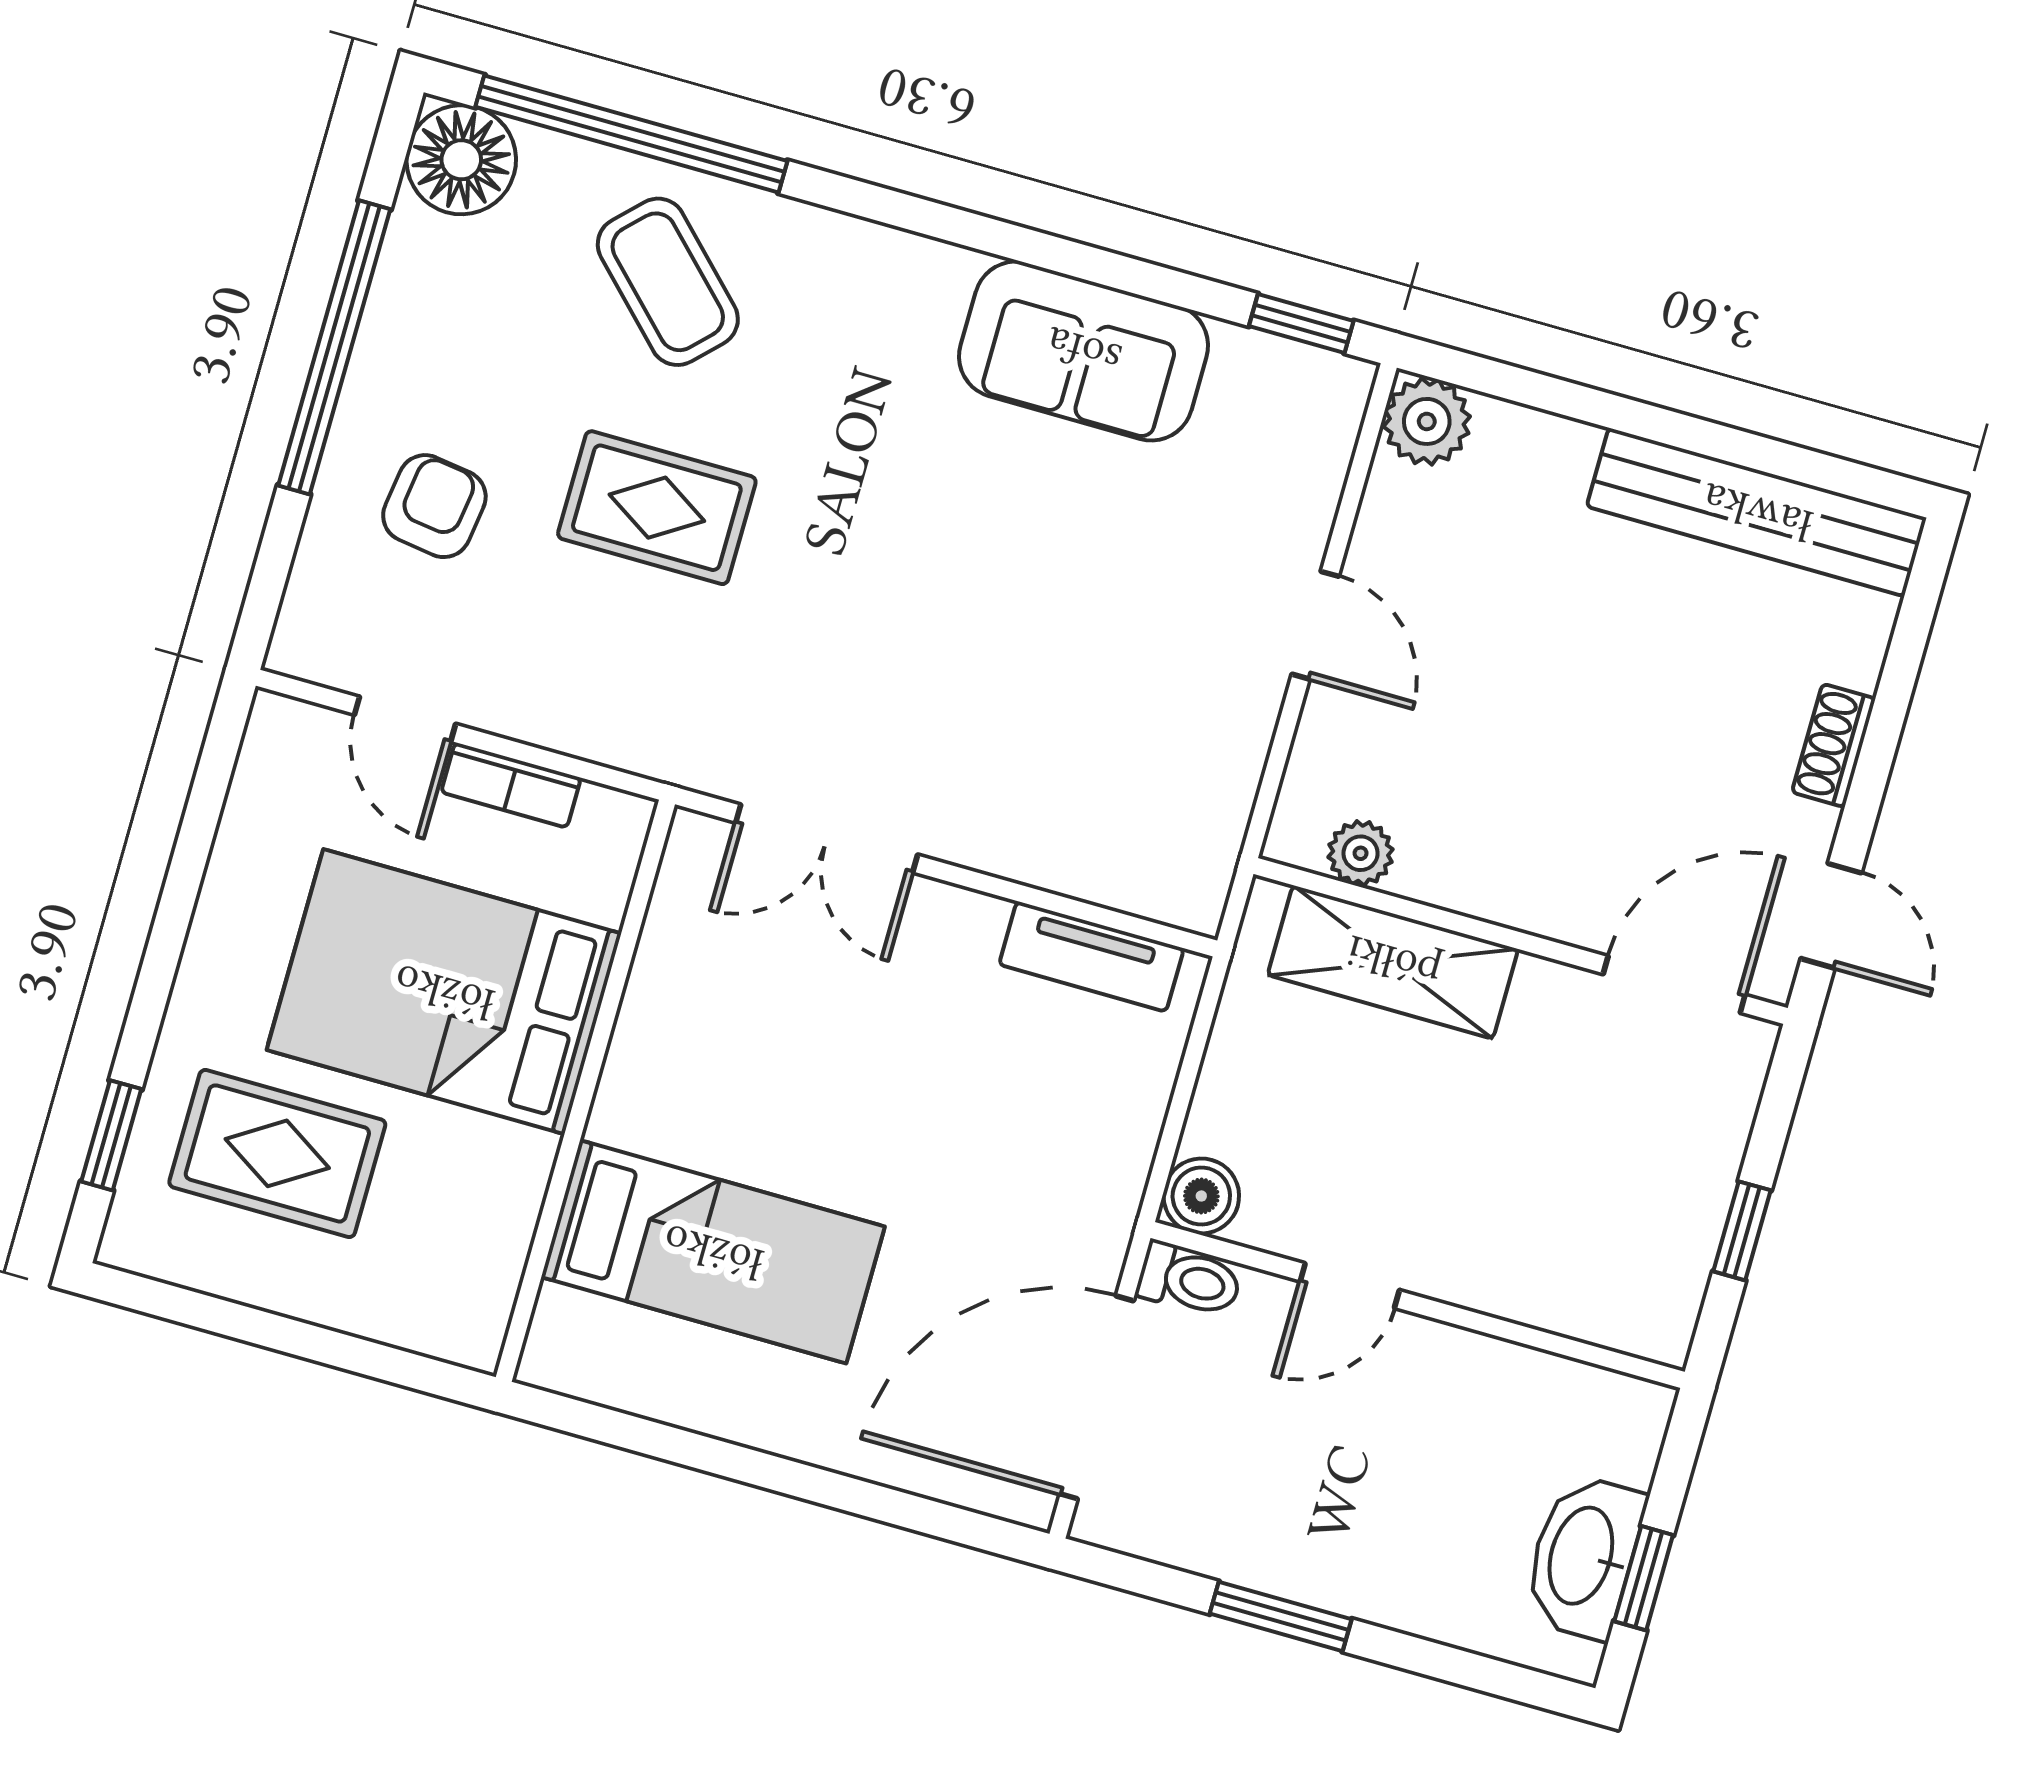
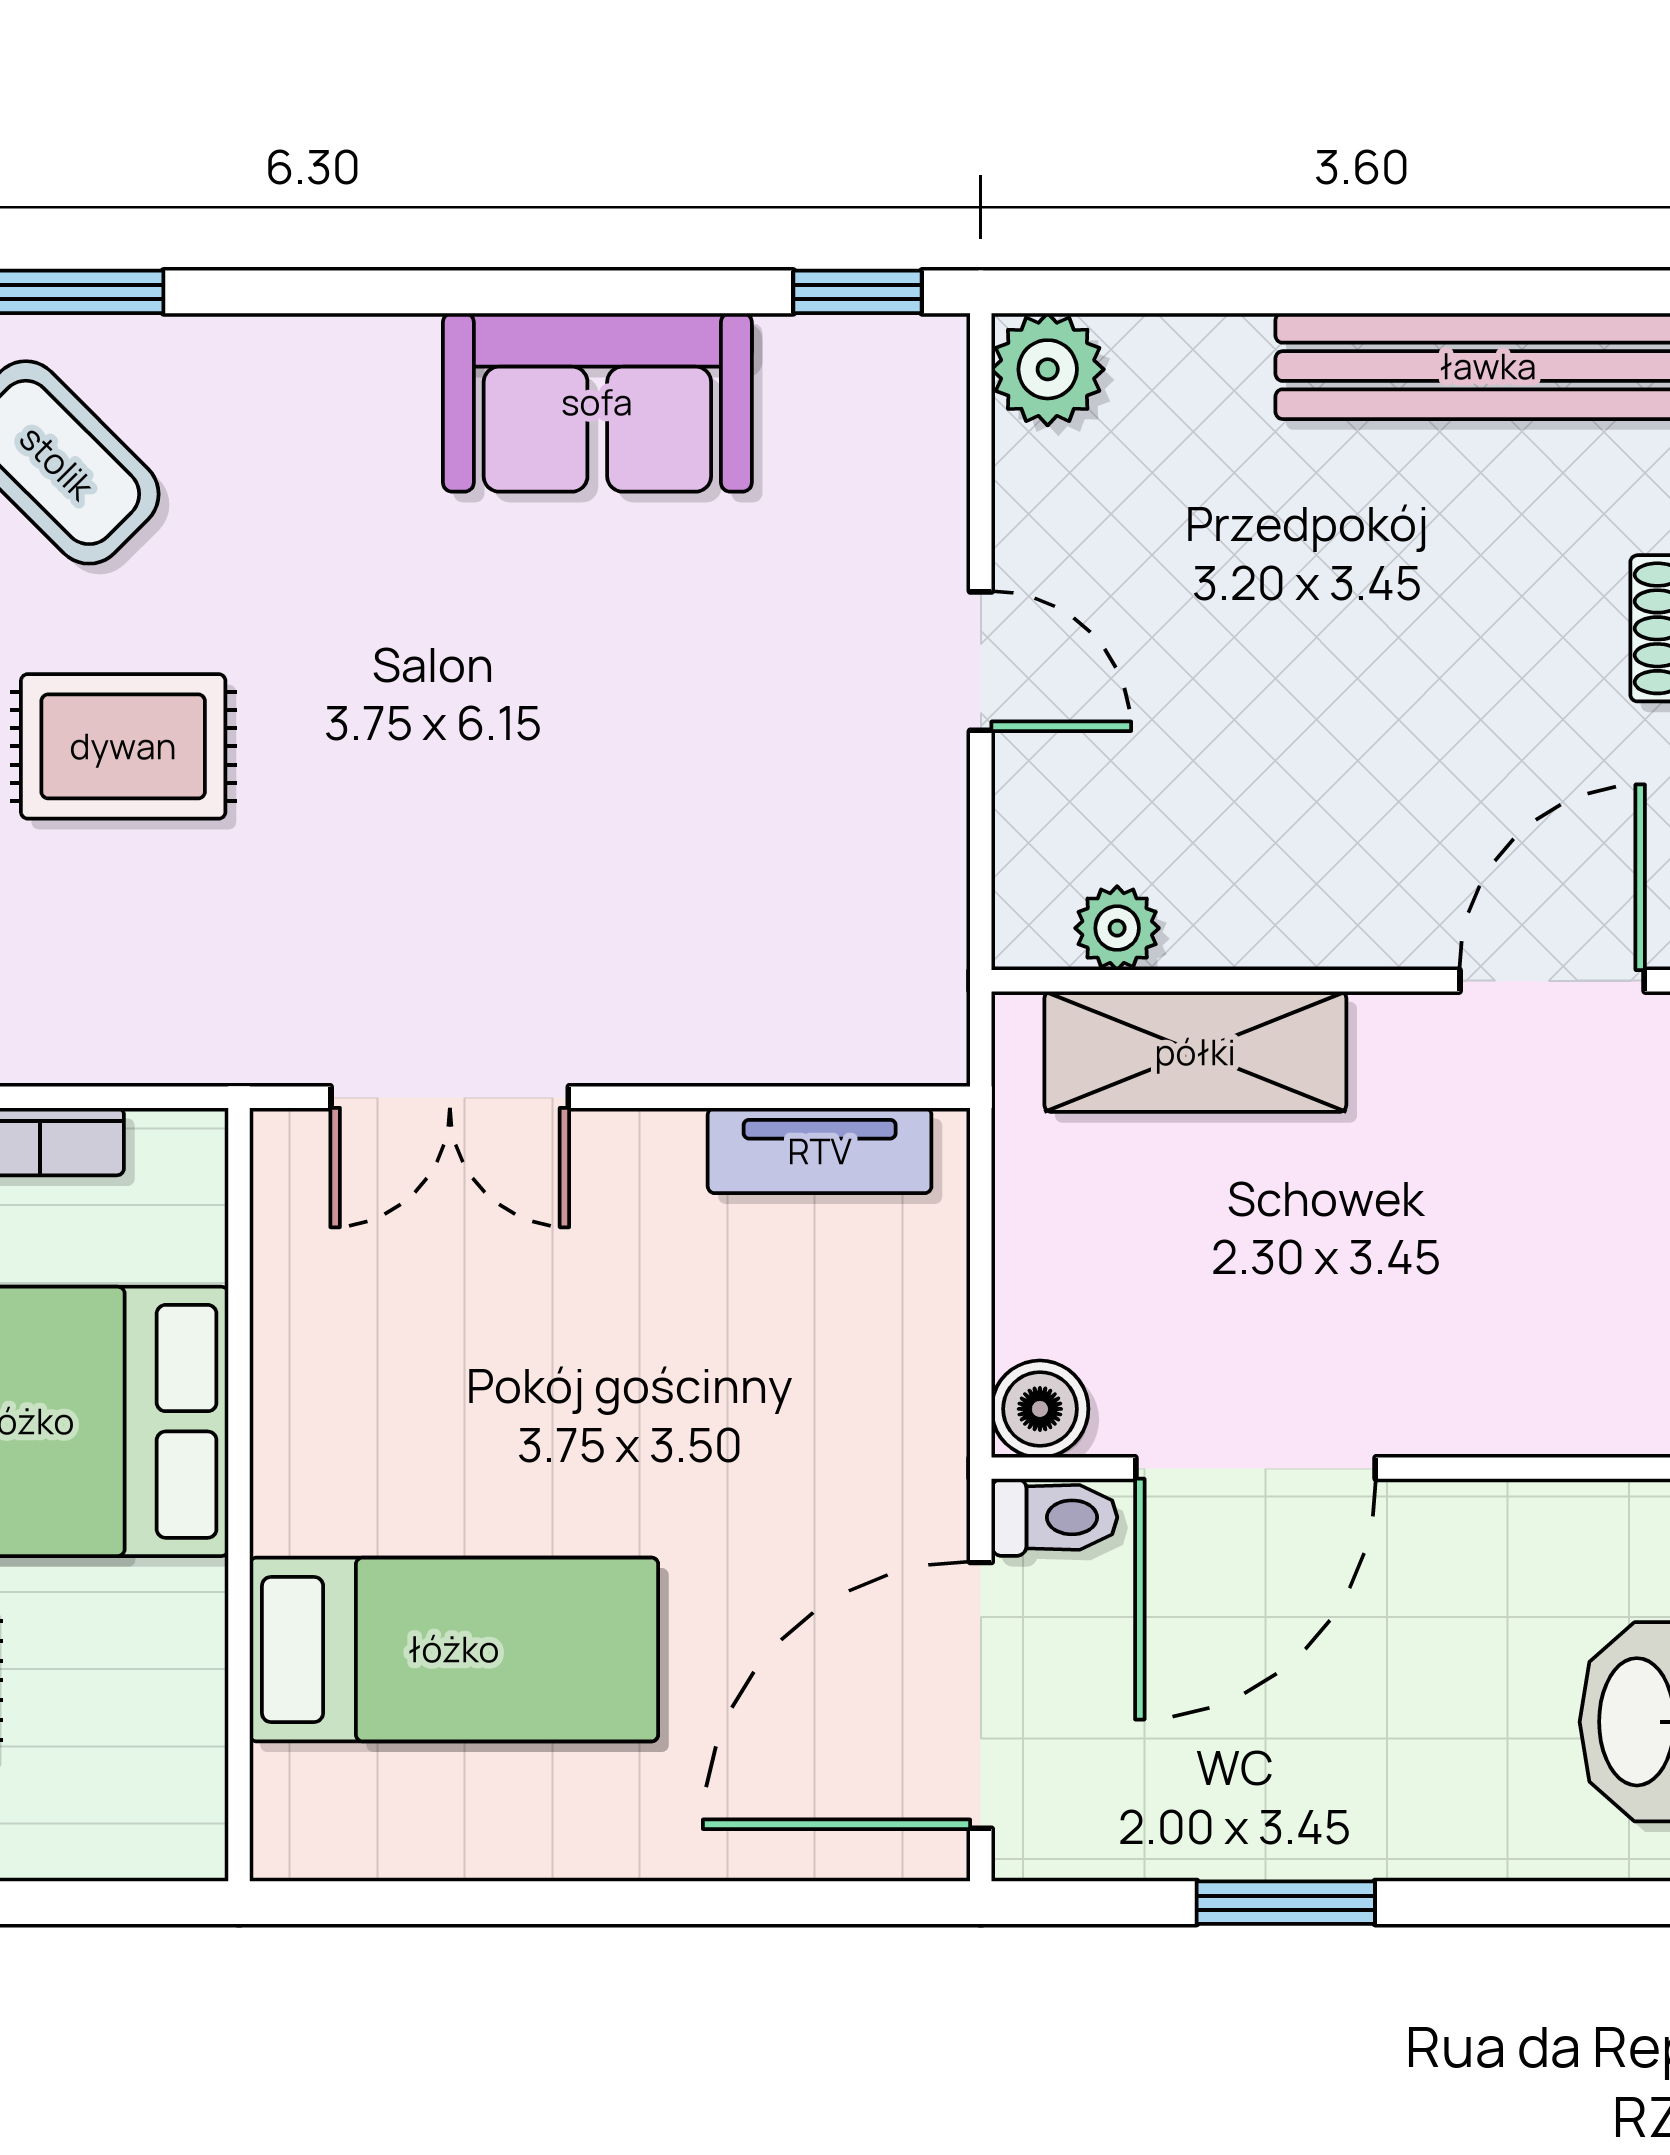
door: (1350, 1286) -> (1255, 1468), width x1.88

